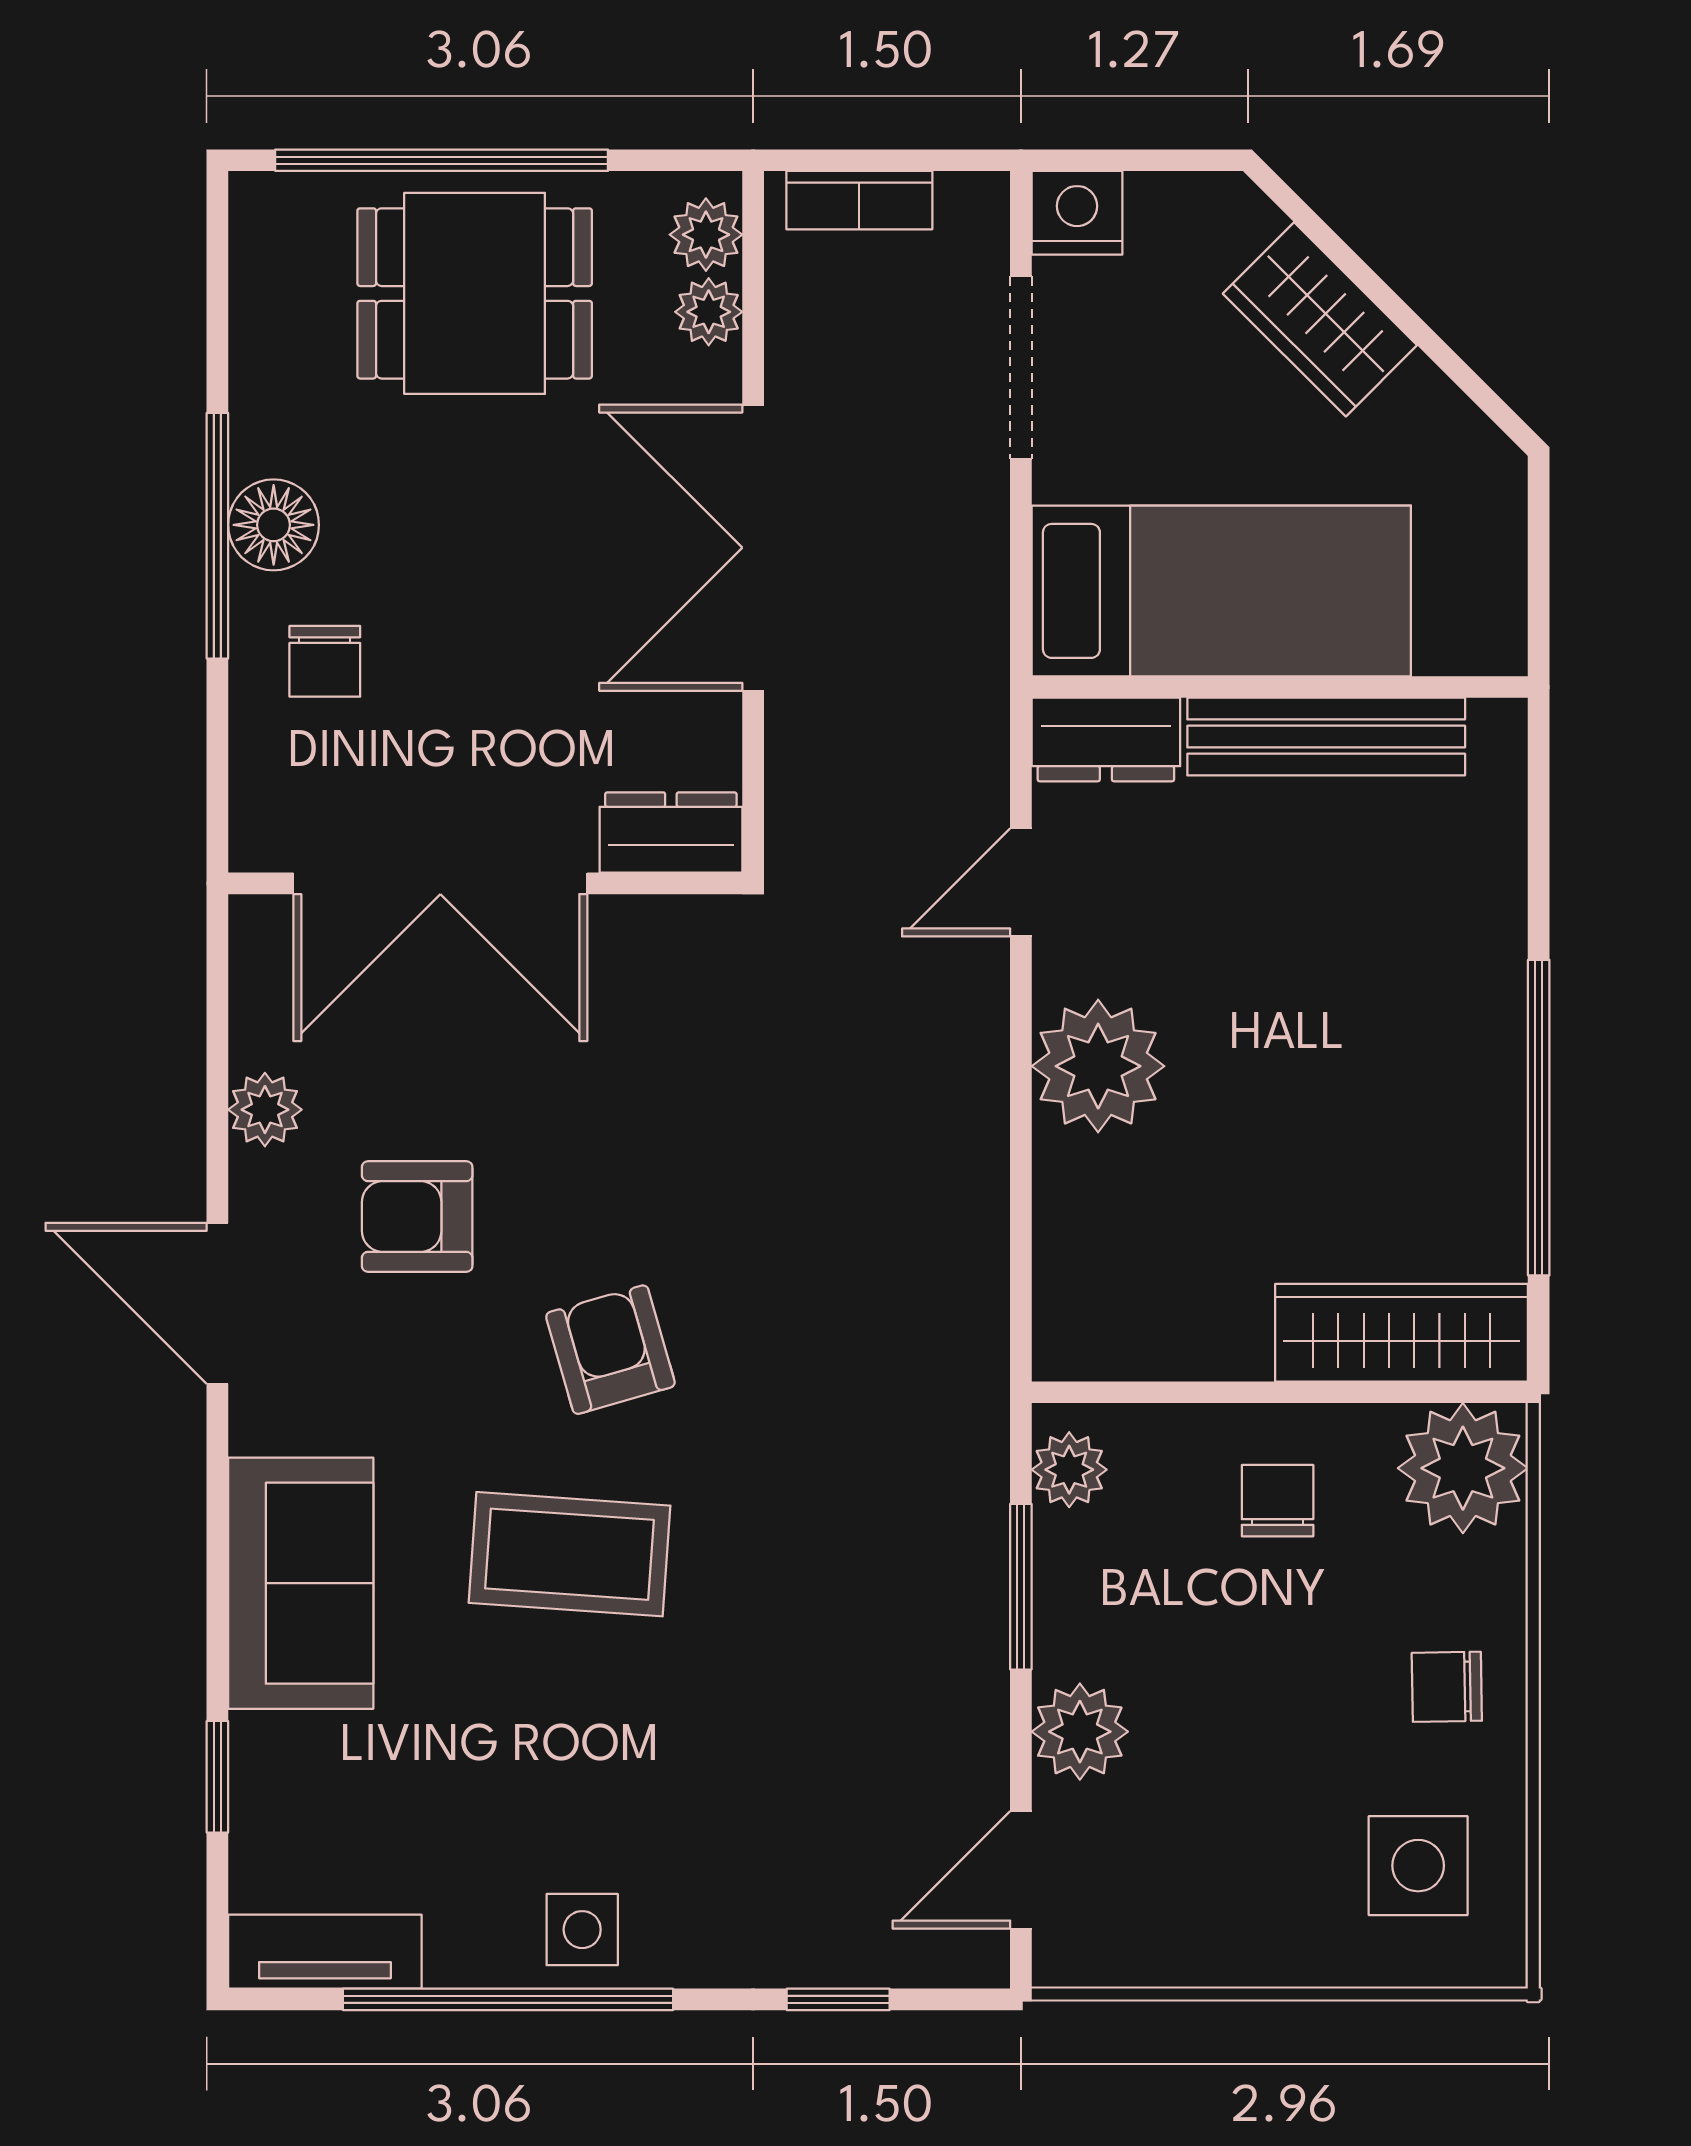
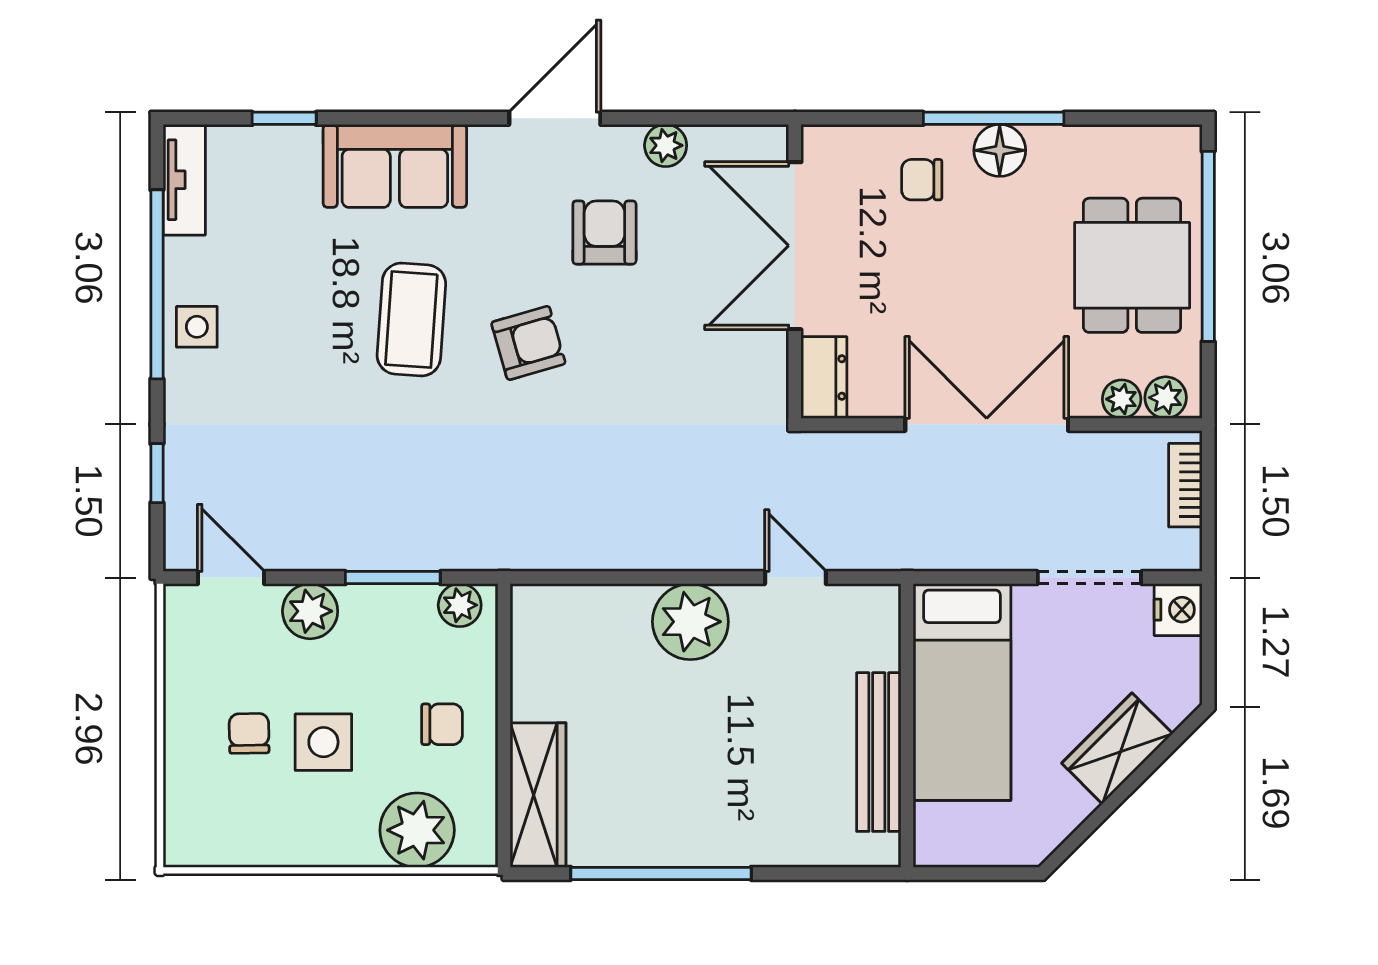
dresser: (1106, 739) -> (877, 626), removed
plant: (1463, 1468) -> (417, 830), moved
chair: (1447, 1687) -> (249, 733), moved
side table: (1418, 1866) -> (323, 742), moved

